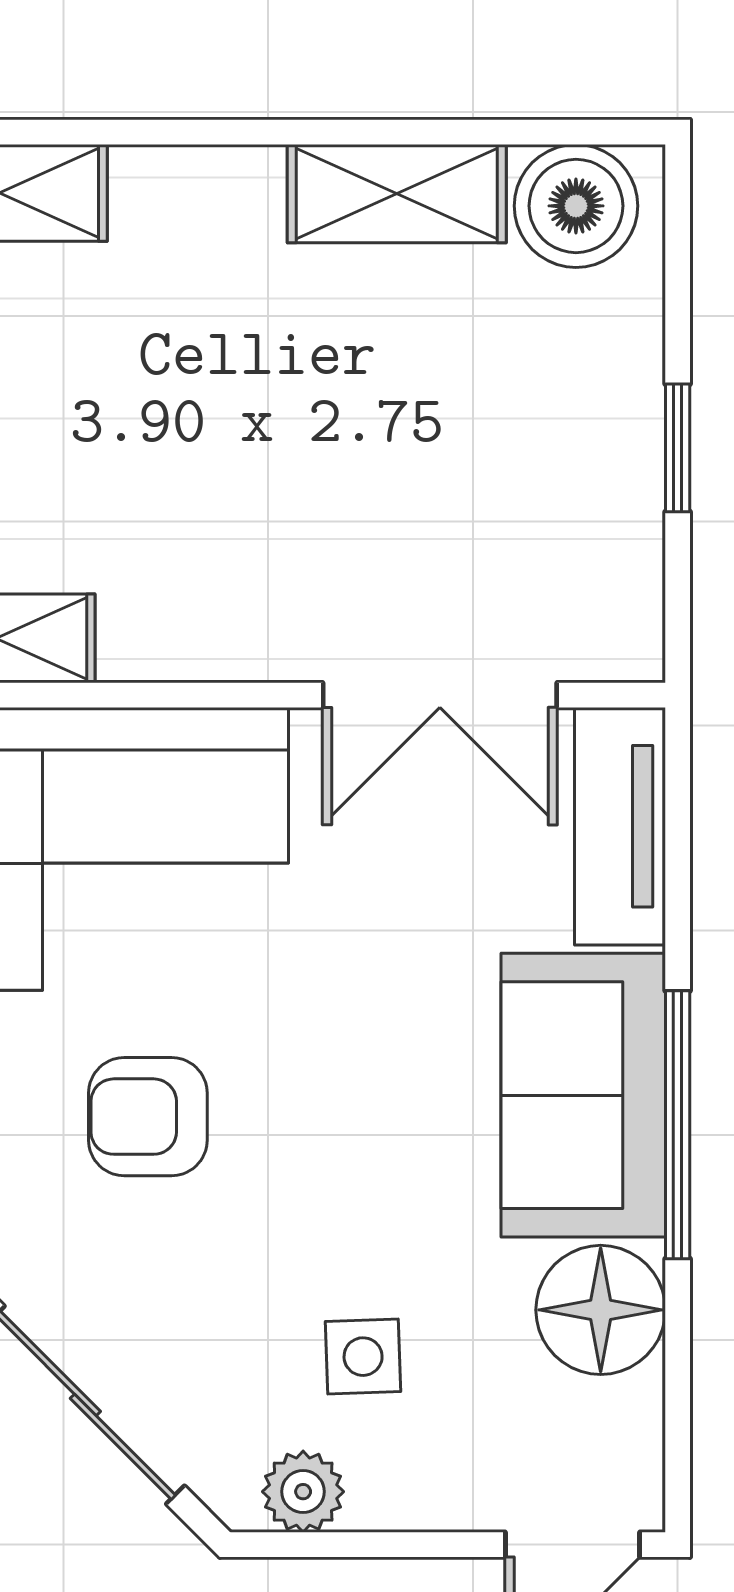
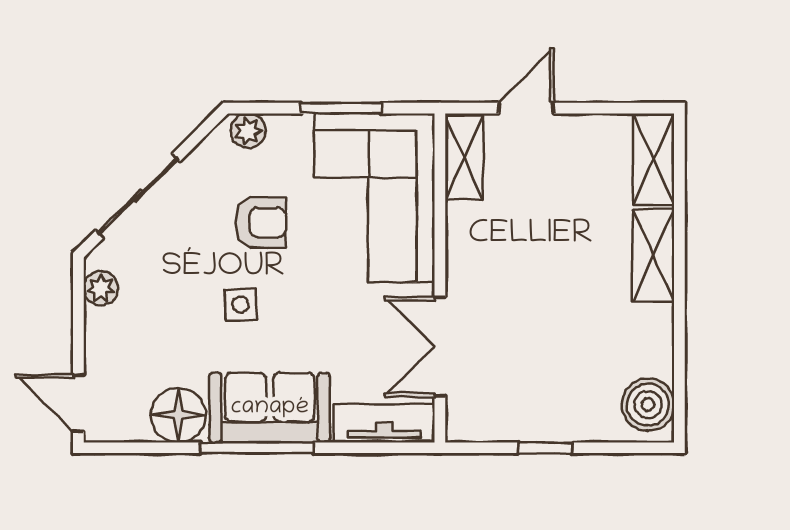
shelving: (397, 194) -> (653, 255), moved
armchair: (148, 1117) -> (261, 222), turned 90
side table: (363, 1357) -> (240, 305), moved

